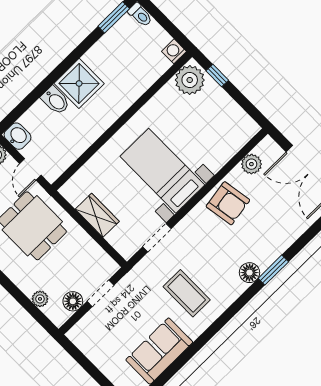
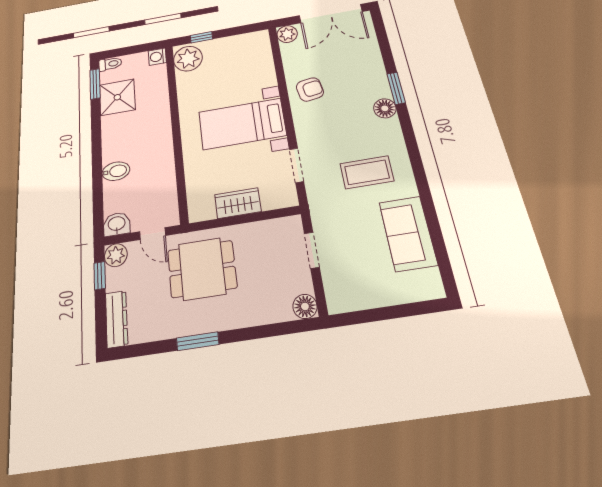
shower: (79, 83) -> (117, 97), moved
plant: (251, 164) -> (287, 34), moved
armchair: (228, 203) -> (310, 89), width x0.72, depth x0.72
plant: (40, 299) -> (276, 313), removed
floor lamp: (73, 301) -> (305, 306), moved

